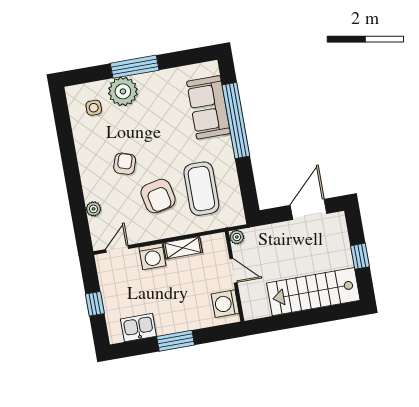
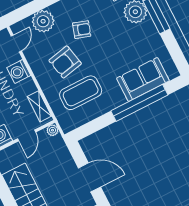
plant: (93, 209) -> (43, 21), width x1.88, depth x1.88
shelving: (183, 248) -> (39, 106), moved
door: (117, 249) -> (16, 43), hinge flipped

